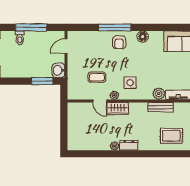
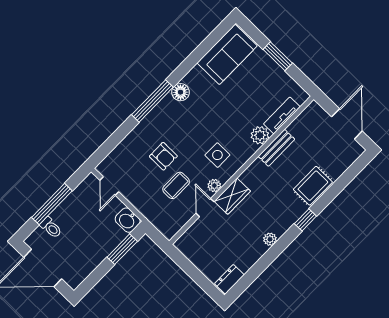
window: (115, 27) -> (152, 101), moved
armchair: (119, 42) -> (163, 156), moved
door: (100, 101) -> (205, 208), swing flipped
rug: (171, 136) -> (313, 186), moved
dresser: (129, 145) -> (229, 279), moved
window: (140, 154) -> (305, 220), added

